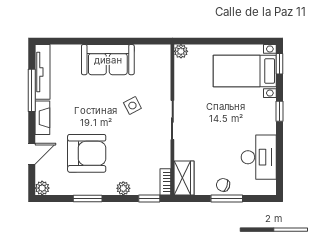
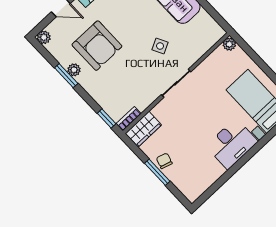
window: (280, 111) -> (252, 152), removed
desk: (259, 157) -> (232, 144), moved
plant: (123, 188) -> (74, 70), moved

